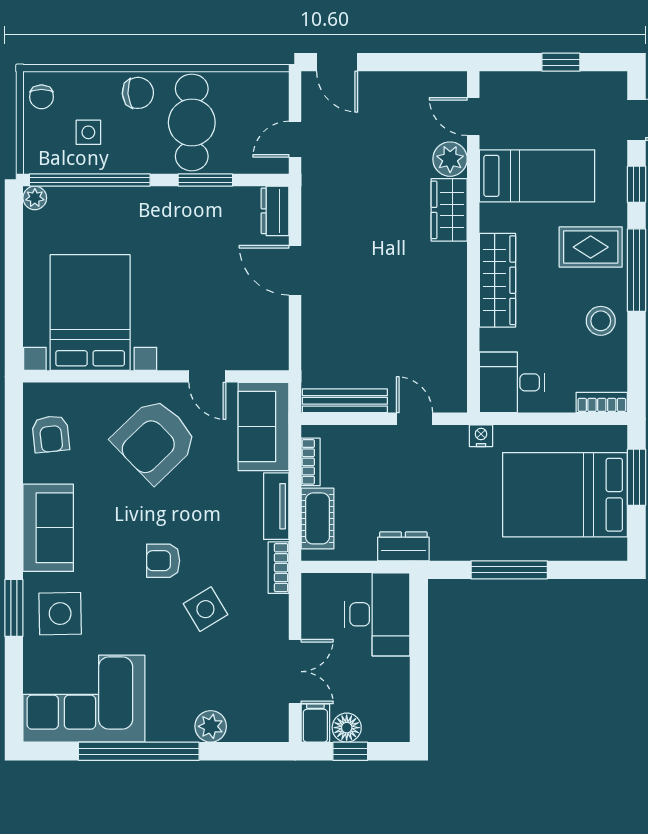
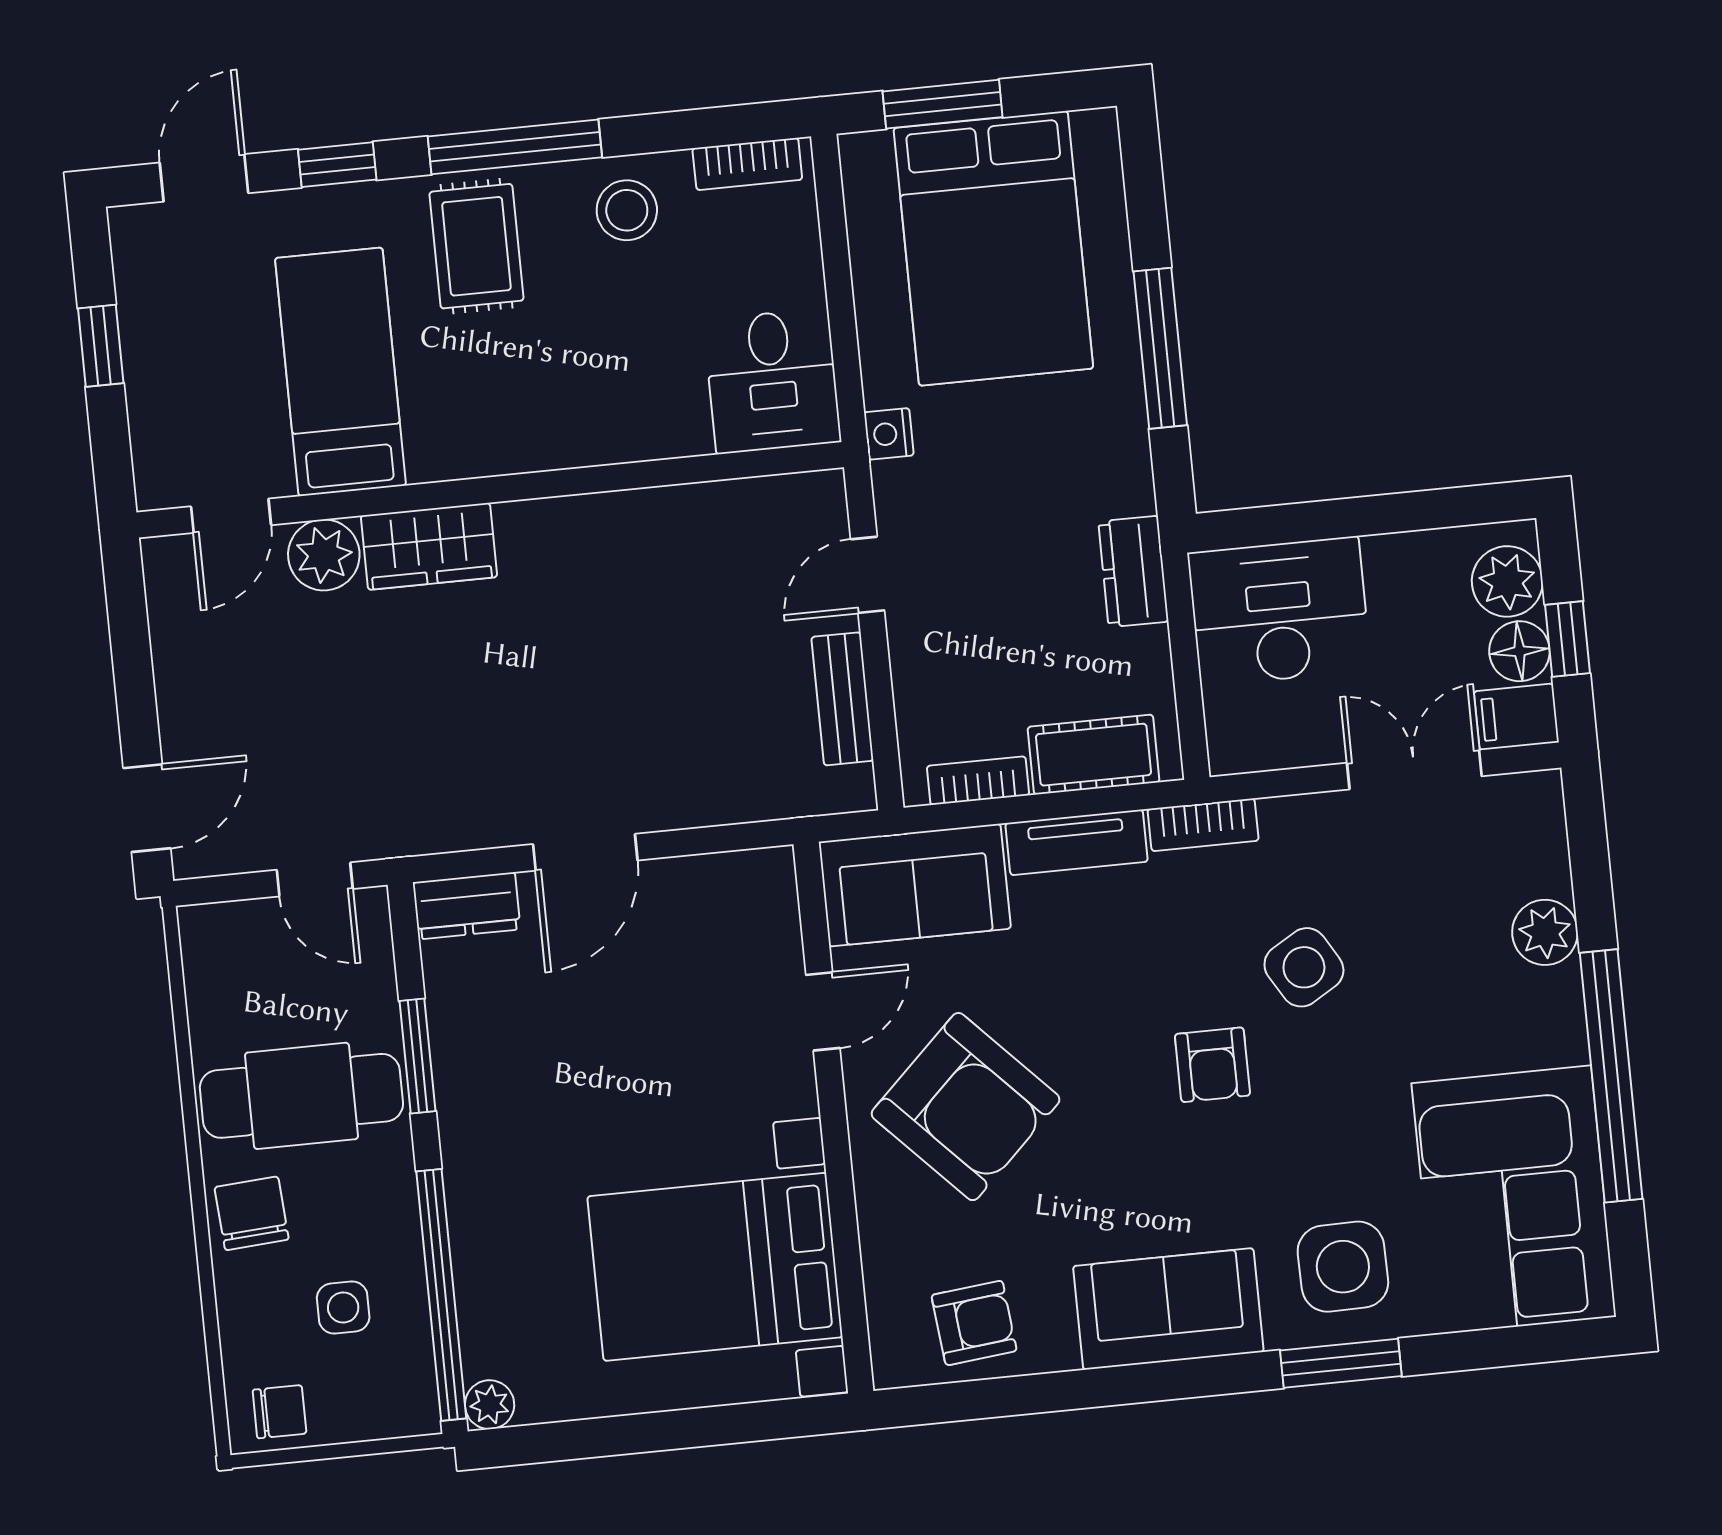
wardrobe: (497, 280) -> (564, 432), removed
bench: (345, 401) -> (842, 699), width x0.73
bookcase: (602, 402) -> (747, 164), moved, turned -90
plant: (381, 725) -> (1507, 581), added

